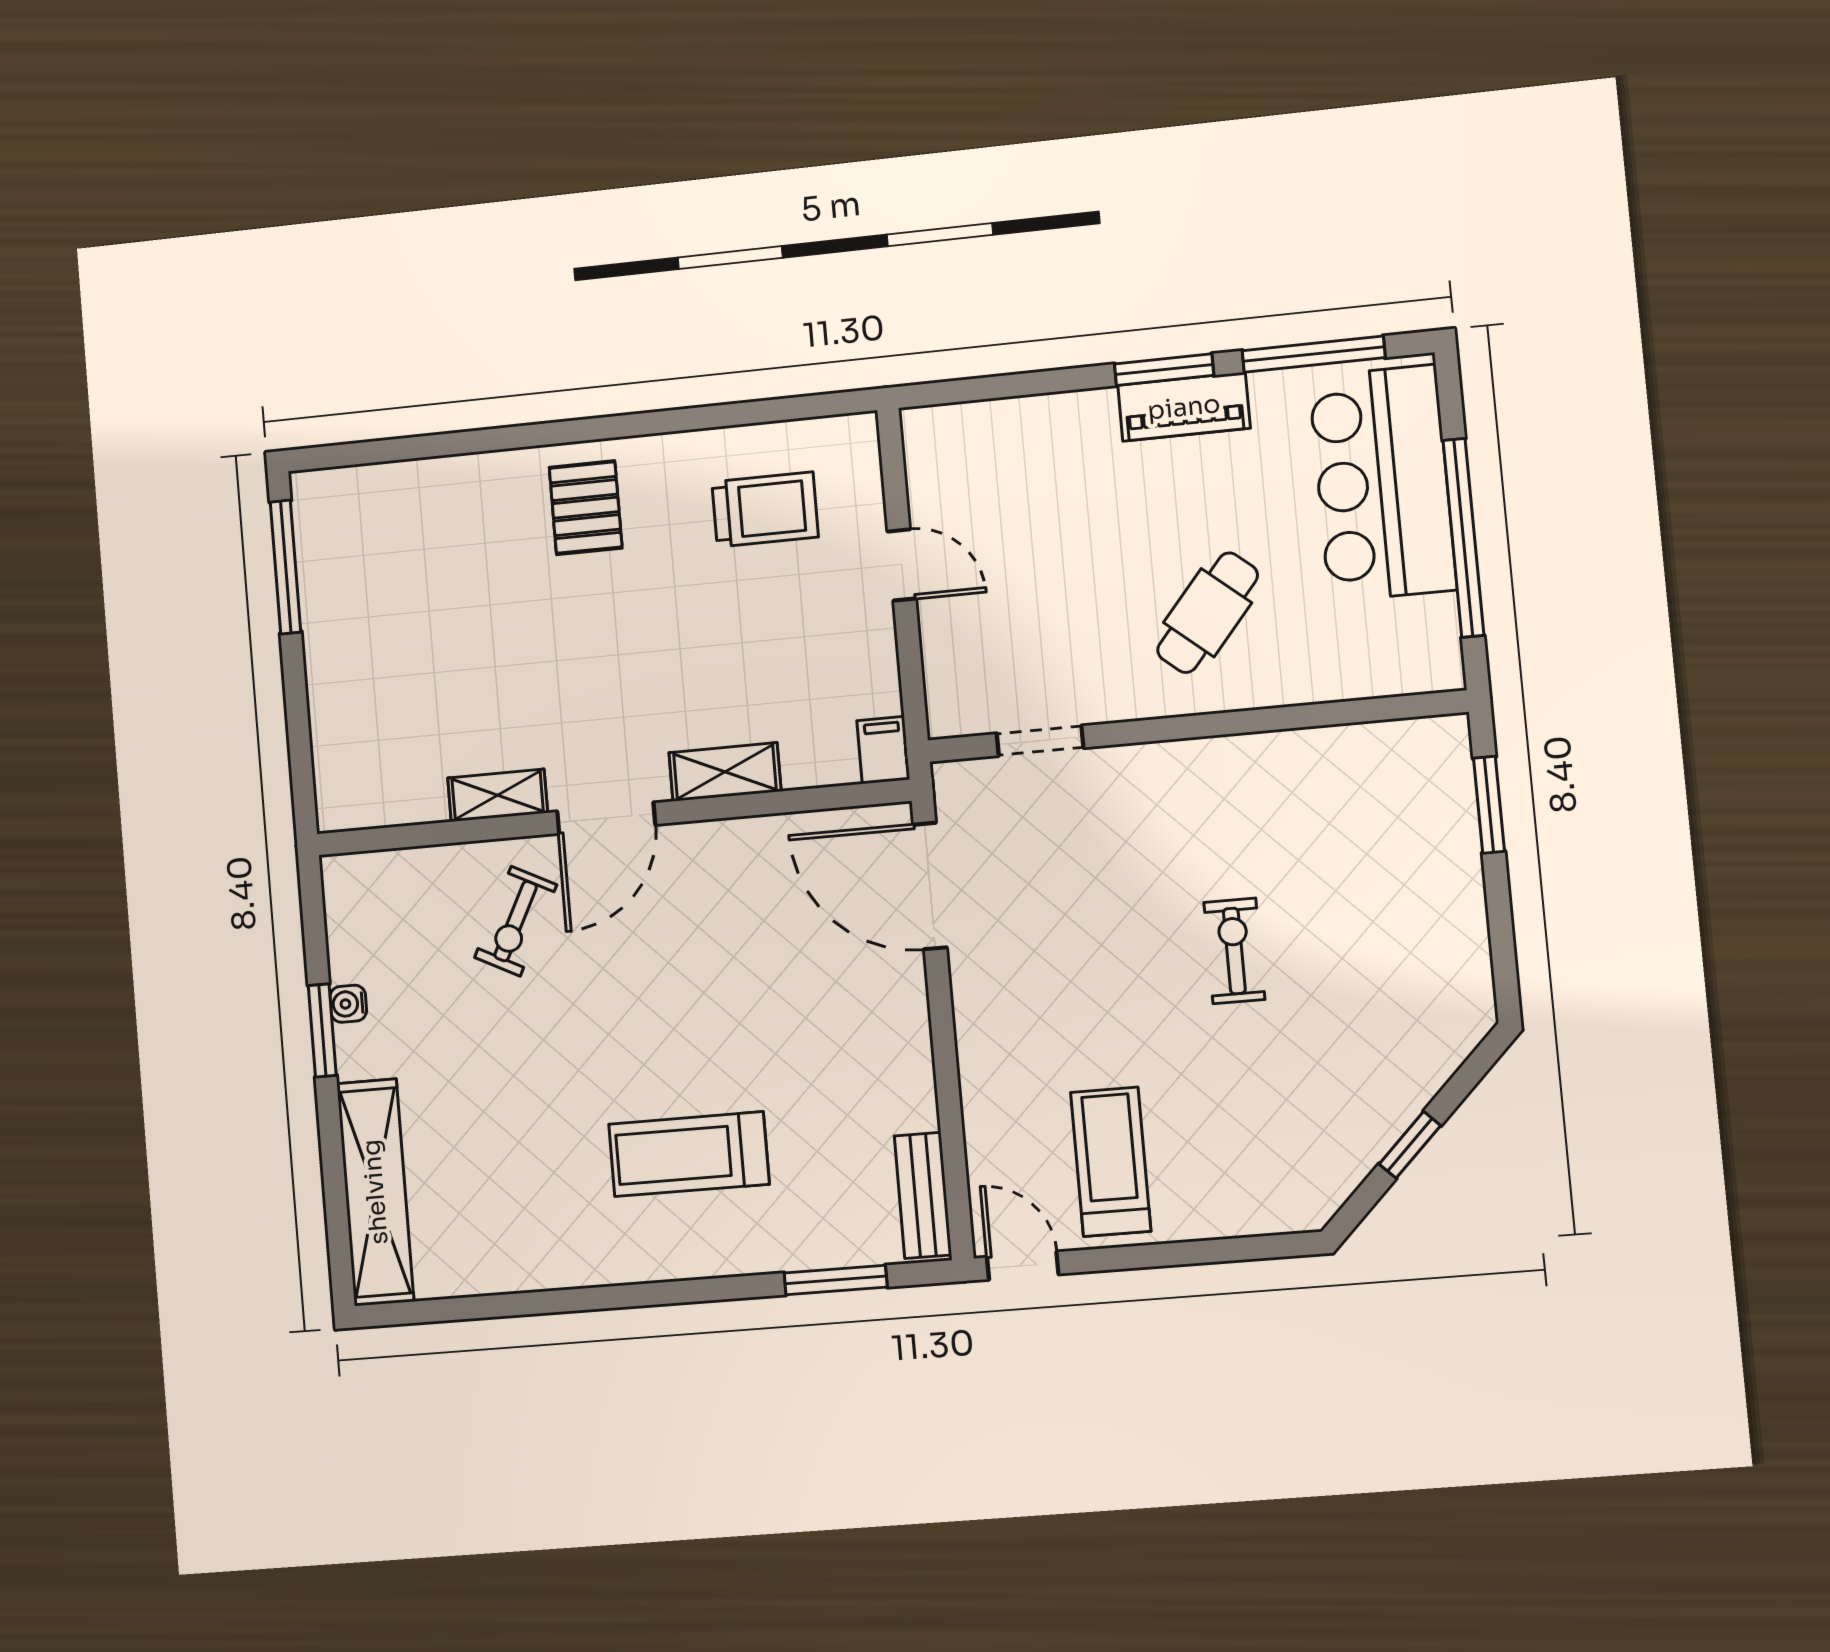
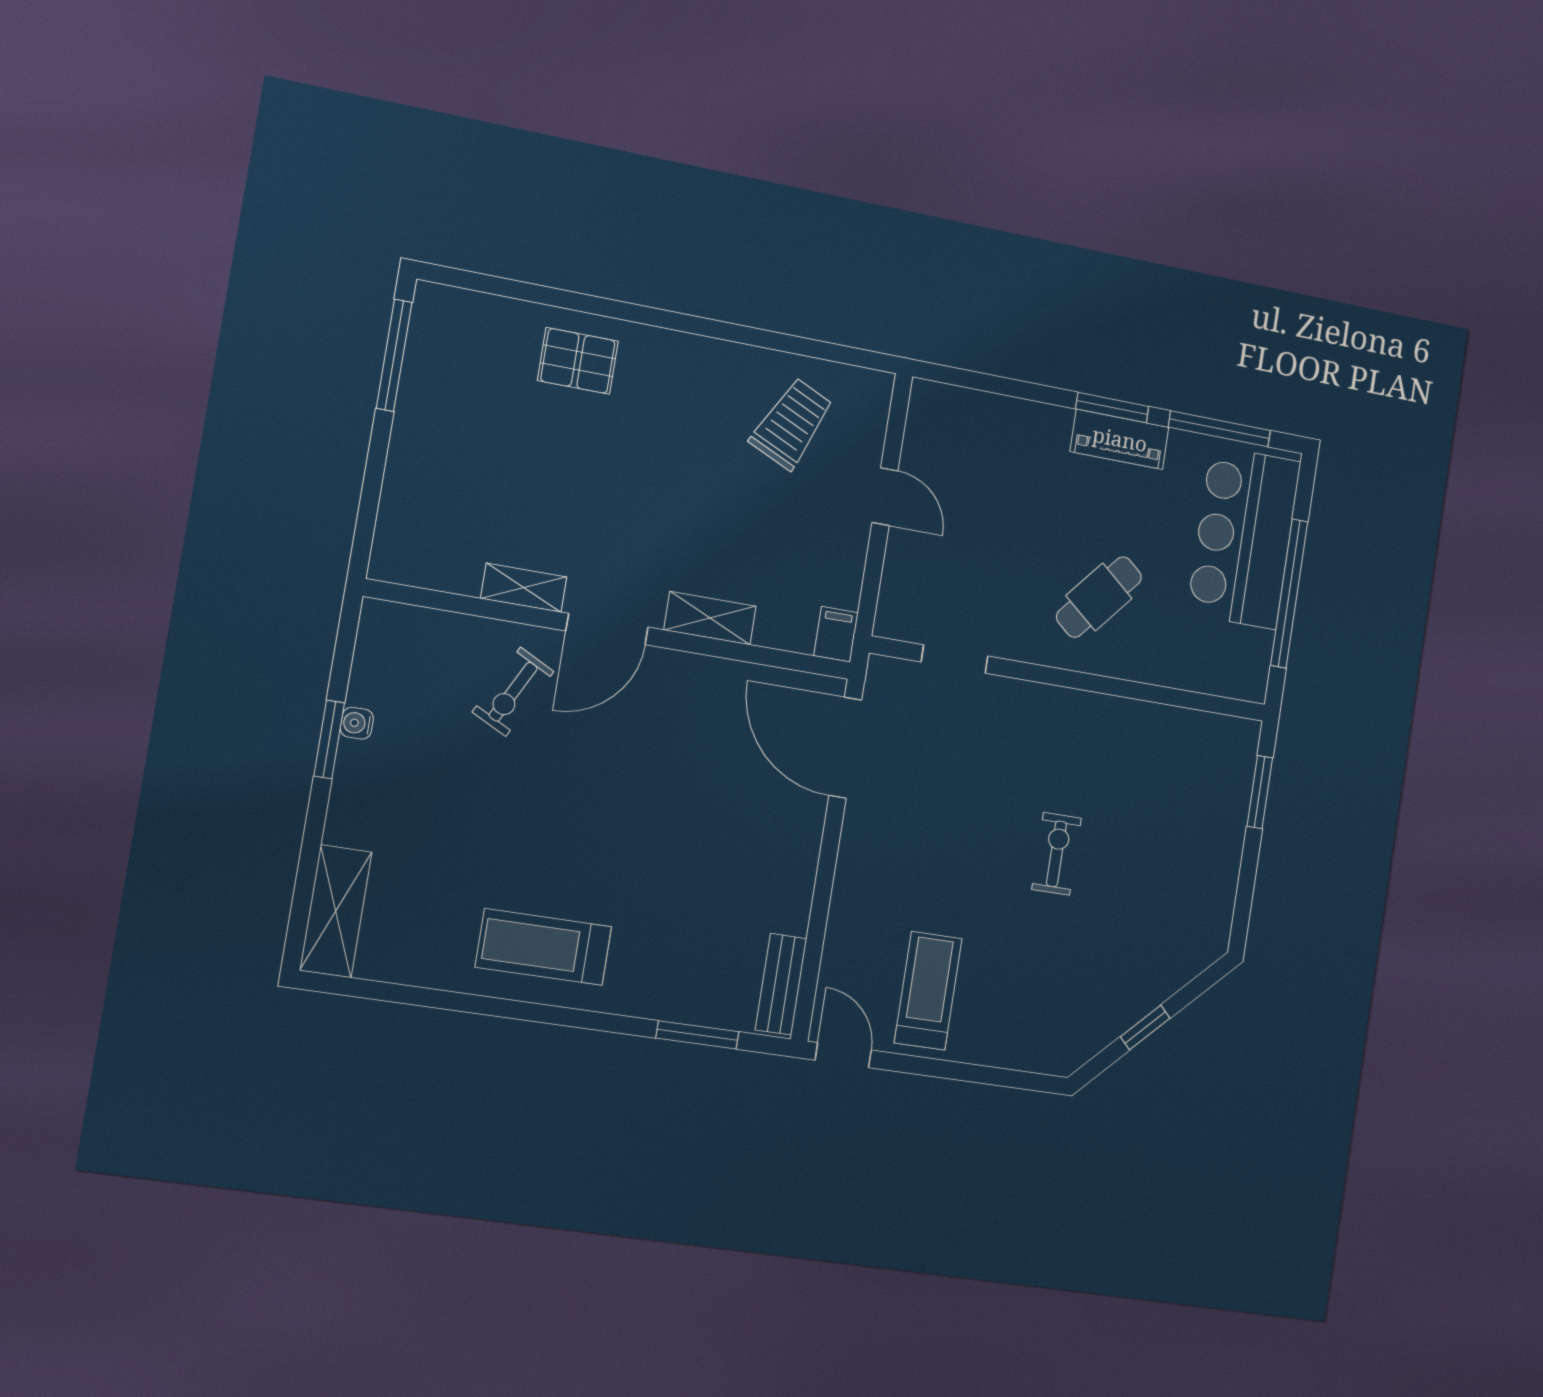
pallet: (586, 508) -> (578, 361), moved, turned 90
trolley: (765, 509) -> (792, 424), turned -65
treadmill: (689, 1154) -> (543, 947), moved
shelving: (375, 1192) -> (336, 911), width x0.68

